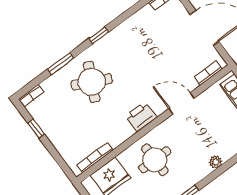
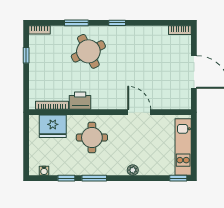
bookcase: (208, 73) -> (173, 105), removed
round table: (92, 82) -> (88, 51), turned 38
printer: (141, 117) -> (80, 101), moved

